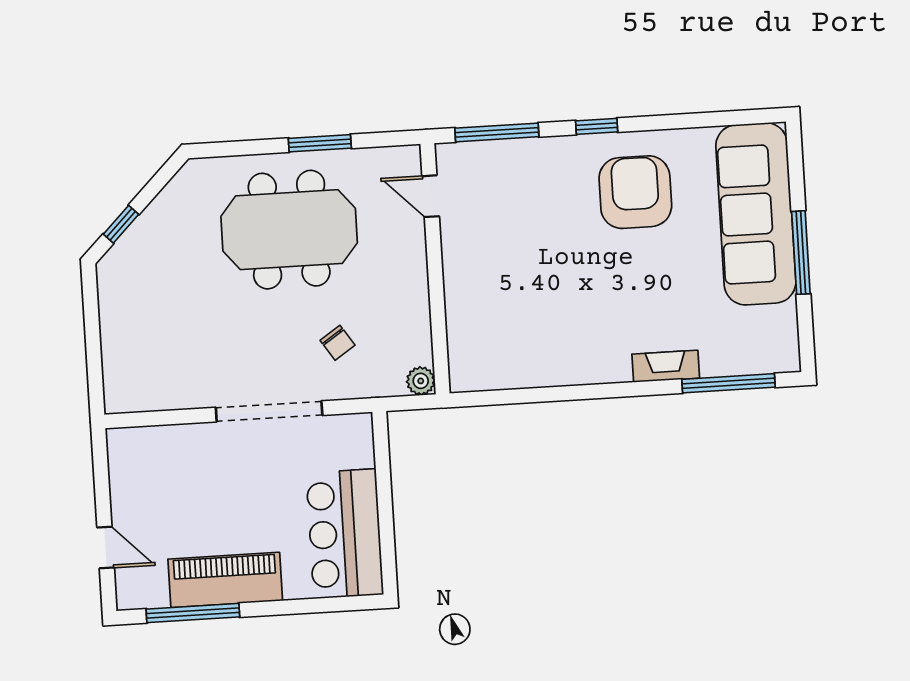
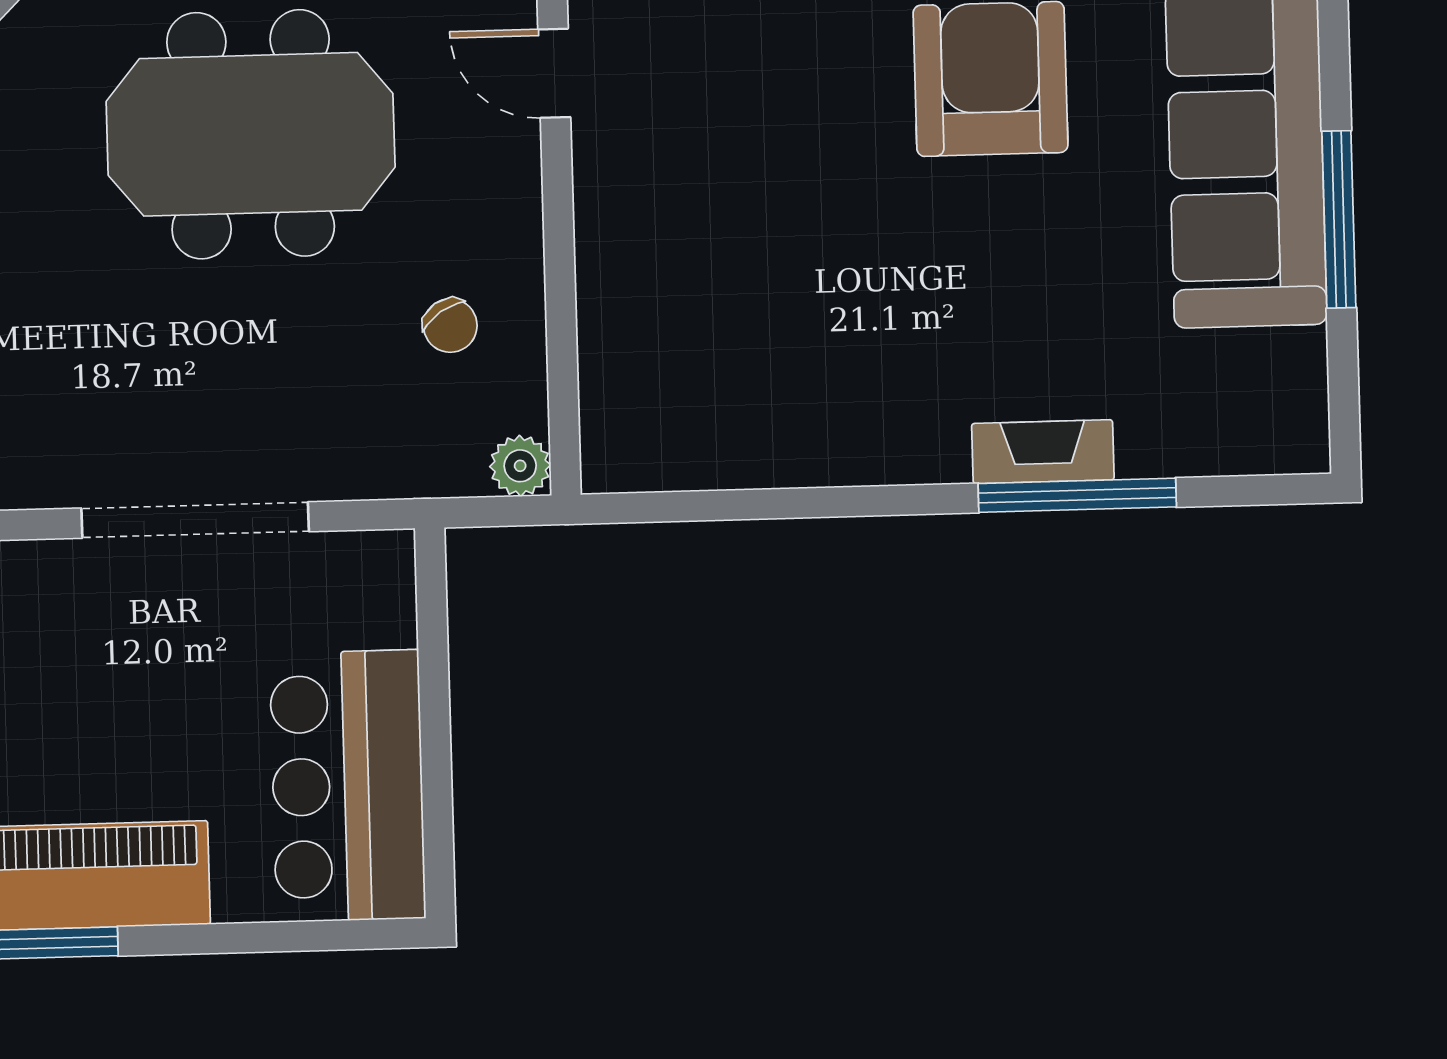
chair: (338, 343) -> (450, 325), moved
window: (728, 383) -> (1077, 495), moved

